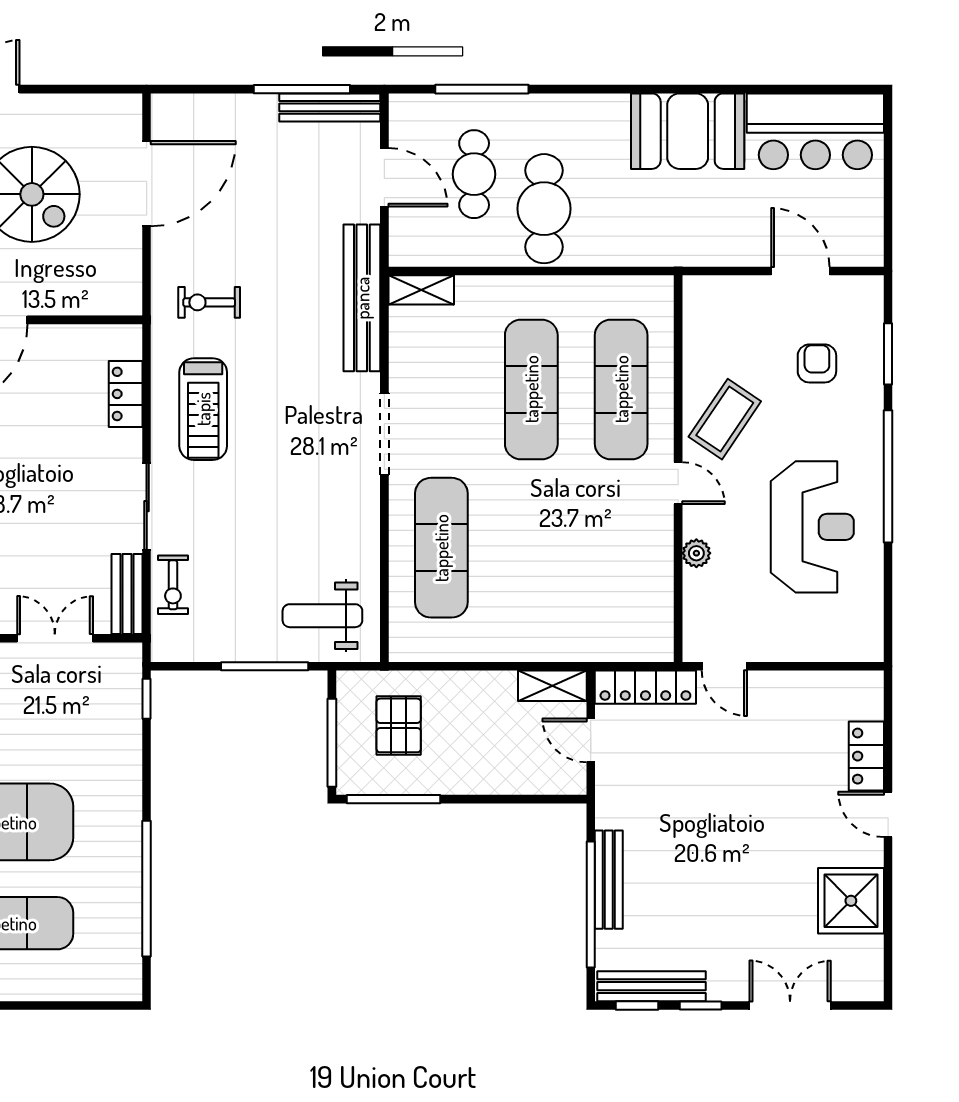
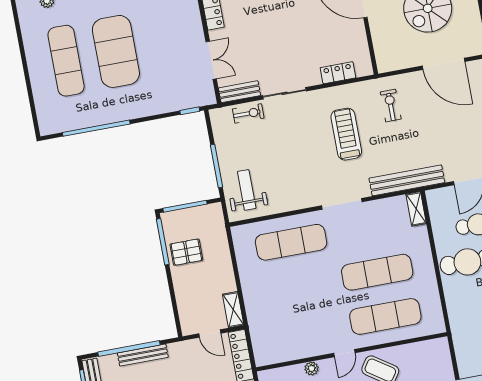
treadmill: (203, 409) -> (346, 134), moved, turned 90
exercise bike: (173, 585) -> (248, 113), turned 180
pallet: (399, 725) -> (186, 252), moved
door: (591, 740) -> (210, 333), swing flipped

